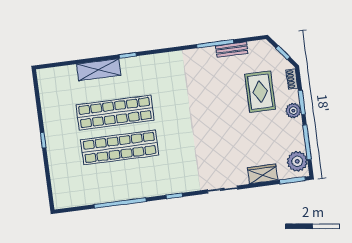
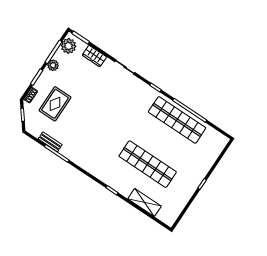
shelving: (99, 70) -> (145, 202), moved
plant: (293, 111) -> (53, 65), moved
shop shelf: (120, 147) -> (177, 120), moved

